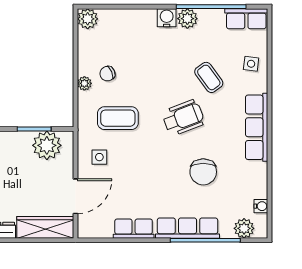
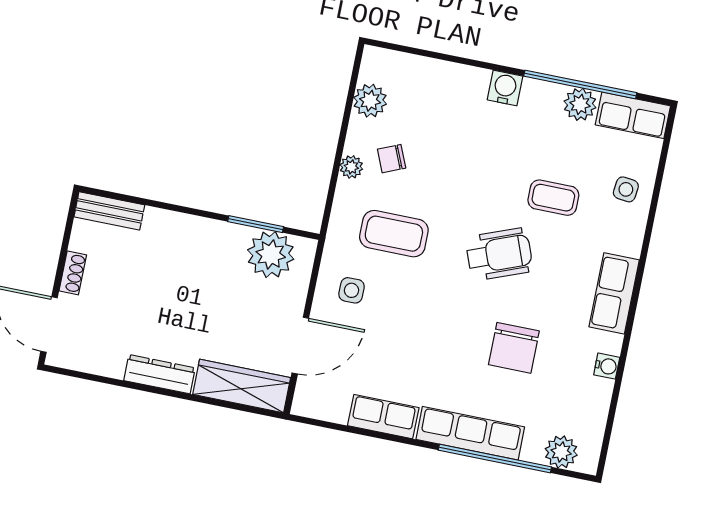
plant: (88, 19) -> (370, 101), moved
plant: (187, 19) -> (580, 104), moved
coffee table: (209, 77) -> (553, 198), turned -54
row of seats: (257, 127) -> (614, 293), width x0.68
water cooler: (261, 206) -> (607, 366), moved

